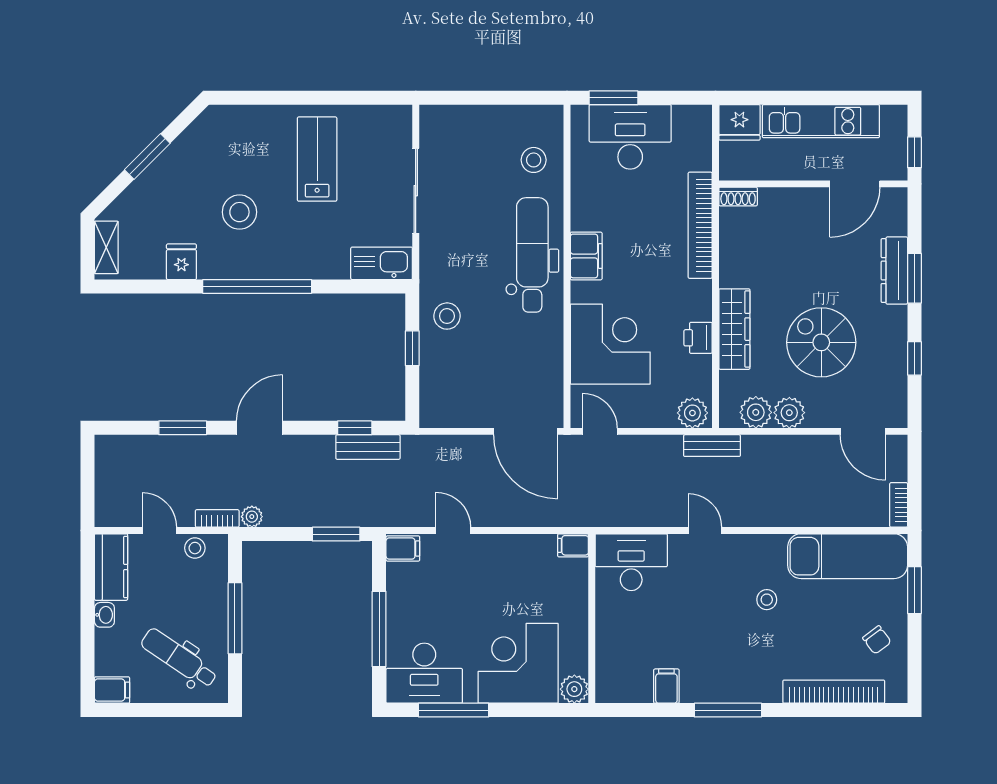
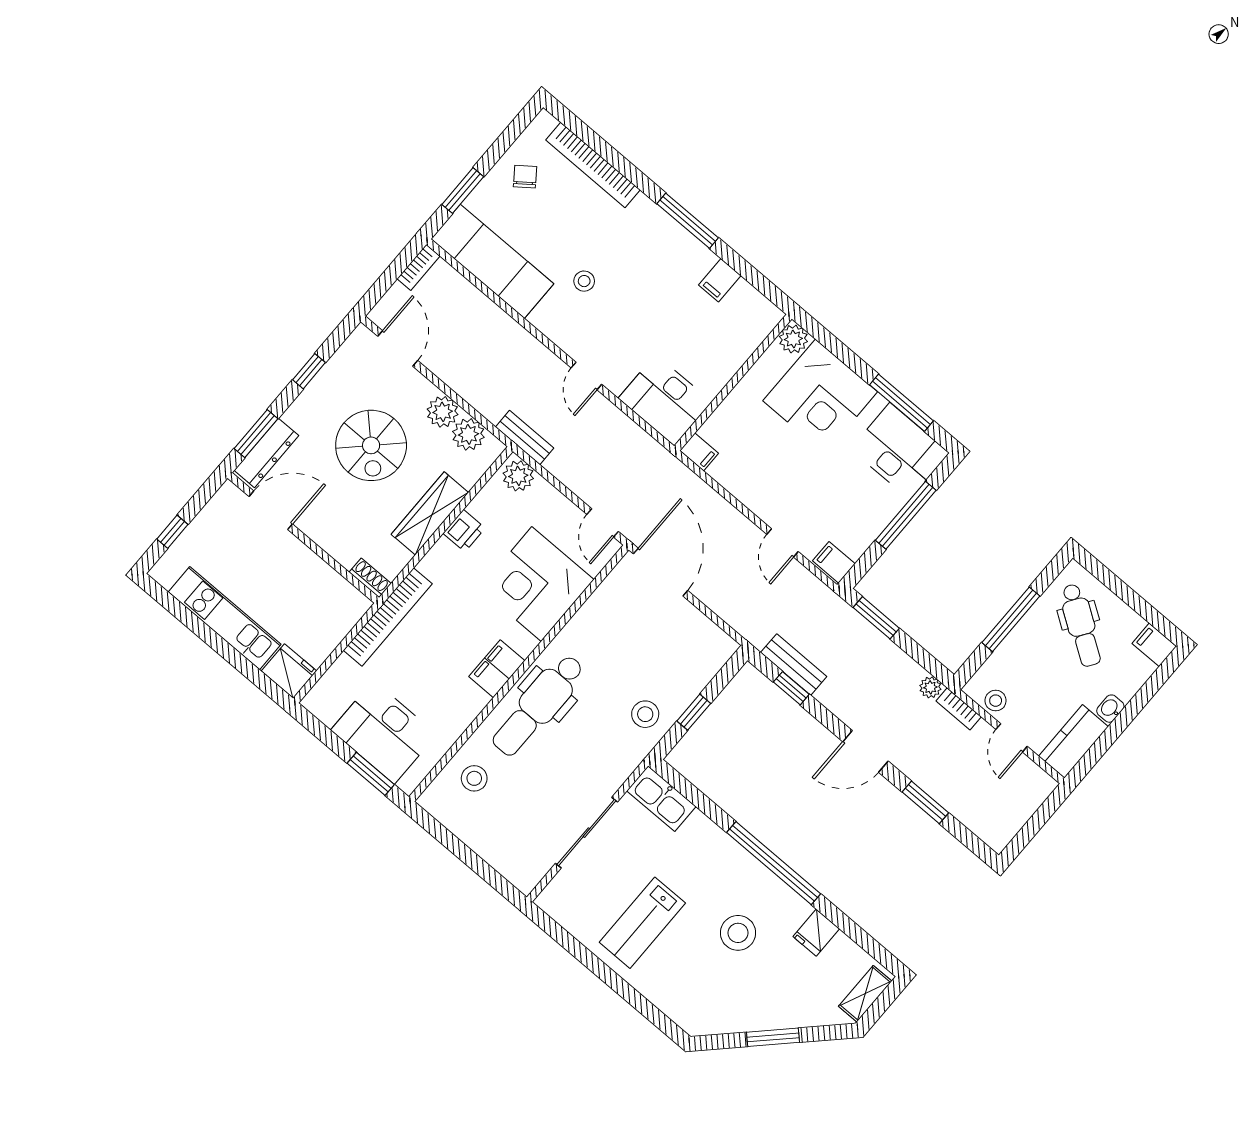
wall: (813, 184) -> (303, 538), moved
door: (855, 184) -> (271, 510), moved
shoe rack: (738, 197) -> (370, 578), moved

